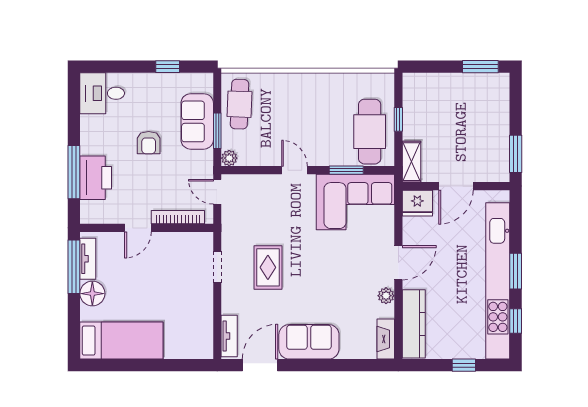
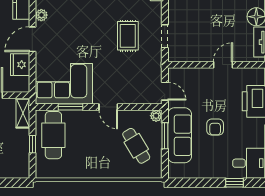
window: (168, 67) -> (235, 183), moved
cafe table: (240, 104) -> (136, 146), moved, turned -33
sofa: (197, 121) -> (180, 135), width x1.36
armchair: (149, 143) -> (215, 127), turned 180
fridge: (417, 203) -> (20, 65), moved, turned -90
bookcase: (178, 217) -> (194, 73), removed

